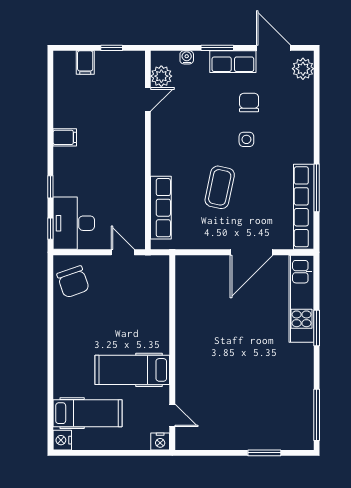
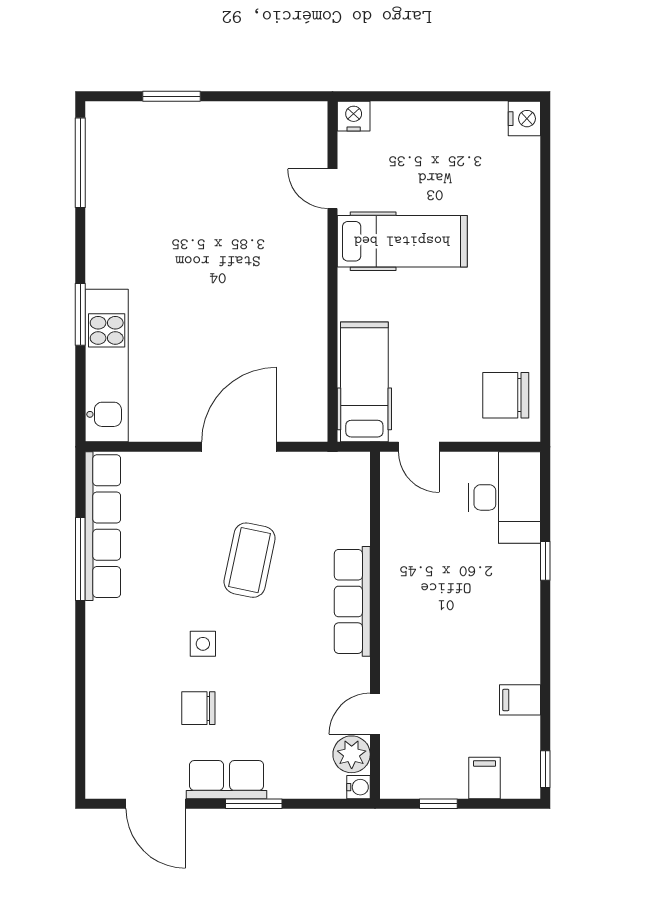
water cooler: (187, 57) -> (358, 787), moved, turned -90
plant: (303, 69) -> (104, 767), removed
chair: (249, 103) -> (198, 708), turned 90
filing cabinet: (65, 137) -> (520, 700), moved
row of seats: (161, 208) -> (352, 601), moved
window: (50, 229) -> (545, 769), moved
door: (252, 252) -> (239, 447), moved
chair: (73, 282) -> (506, 395), turned -71
hospital bed: (87, 413) -> (364, 382), moved, turned 90
door: (172, 415) -> (332, 189), moved

